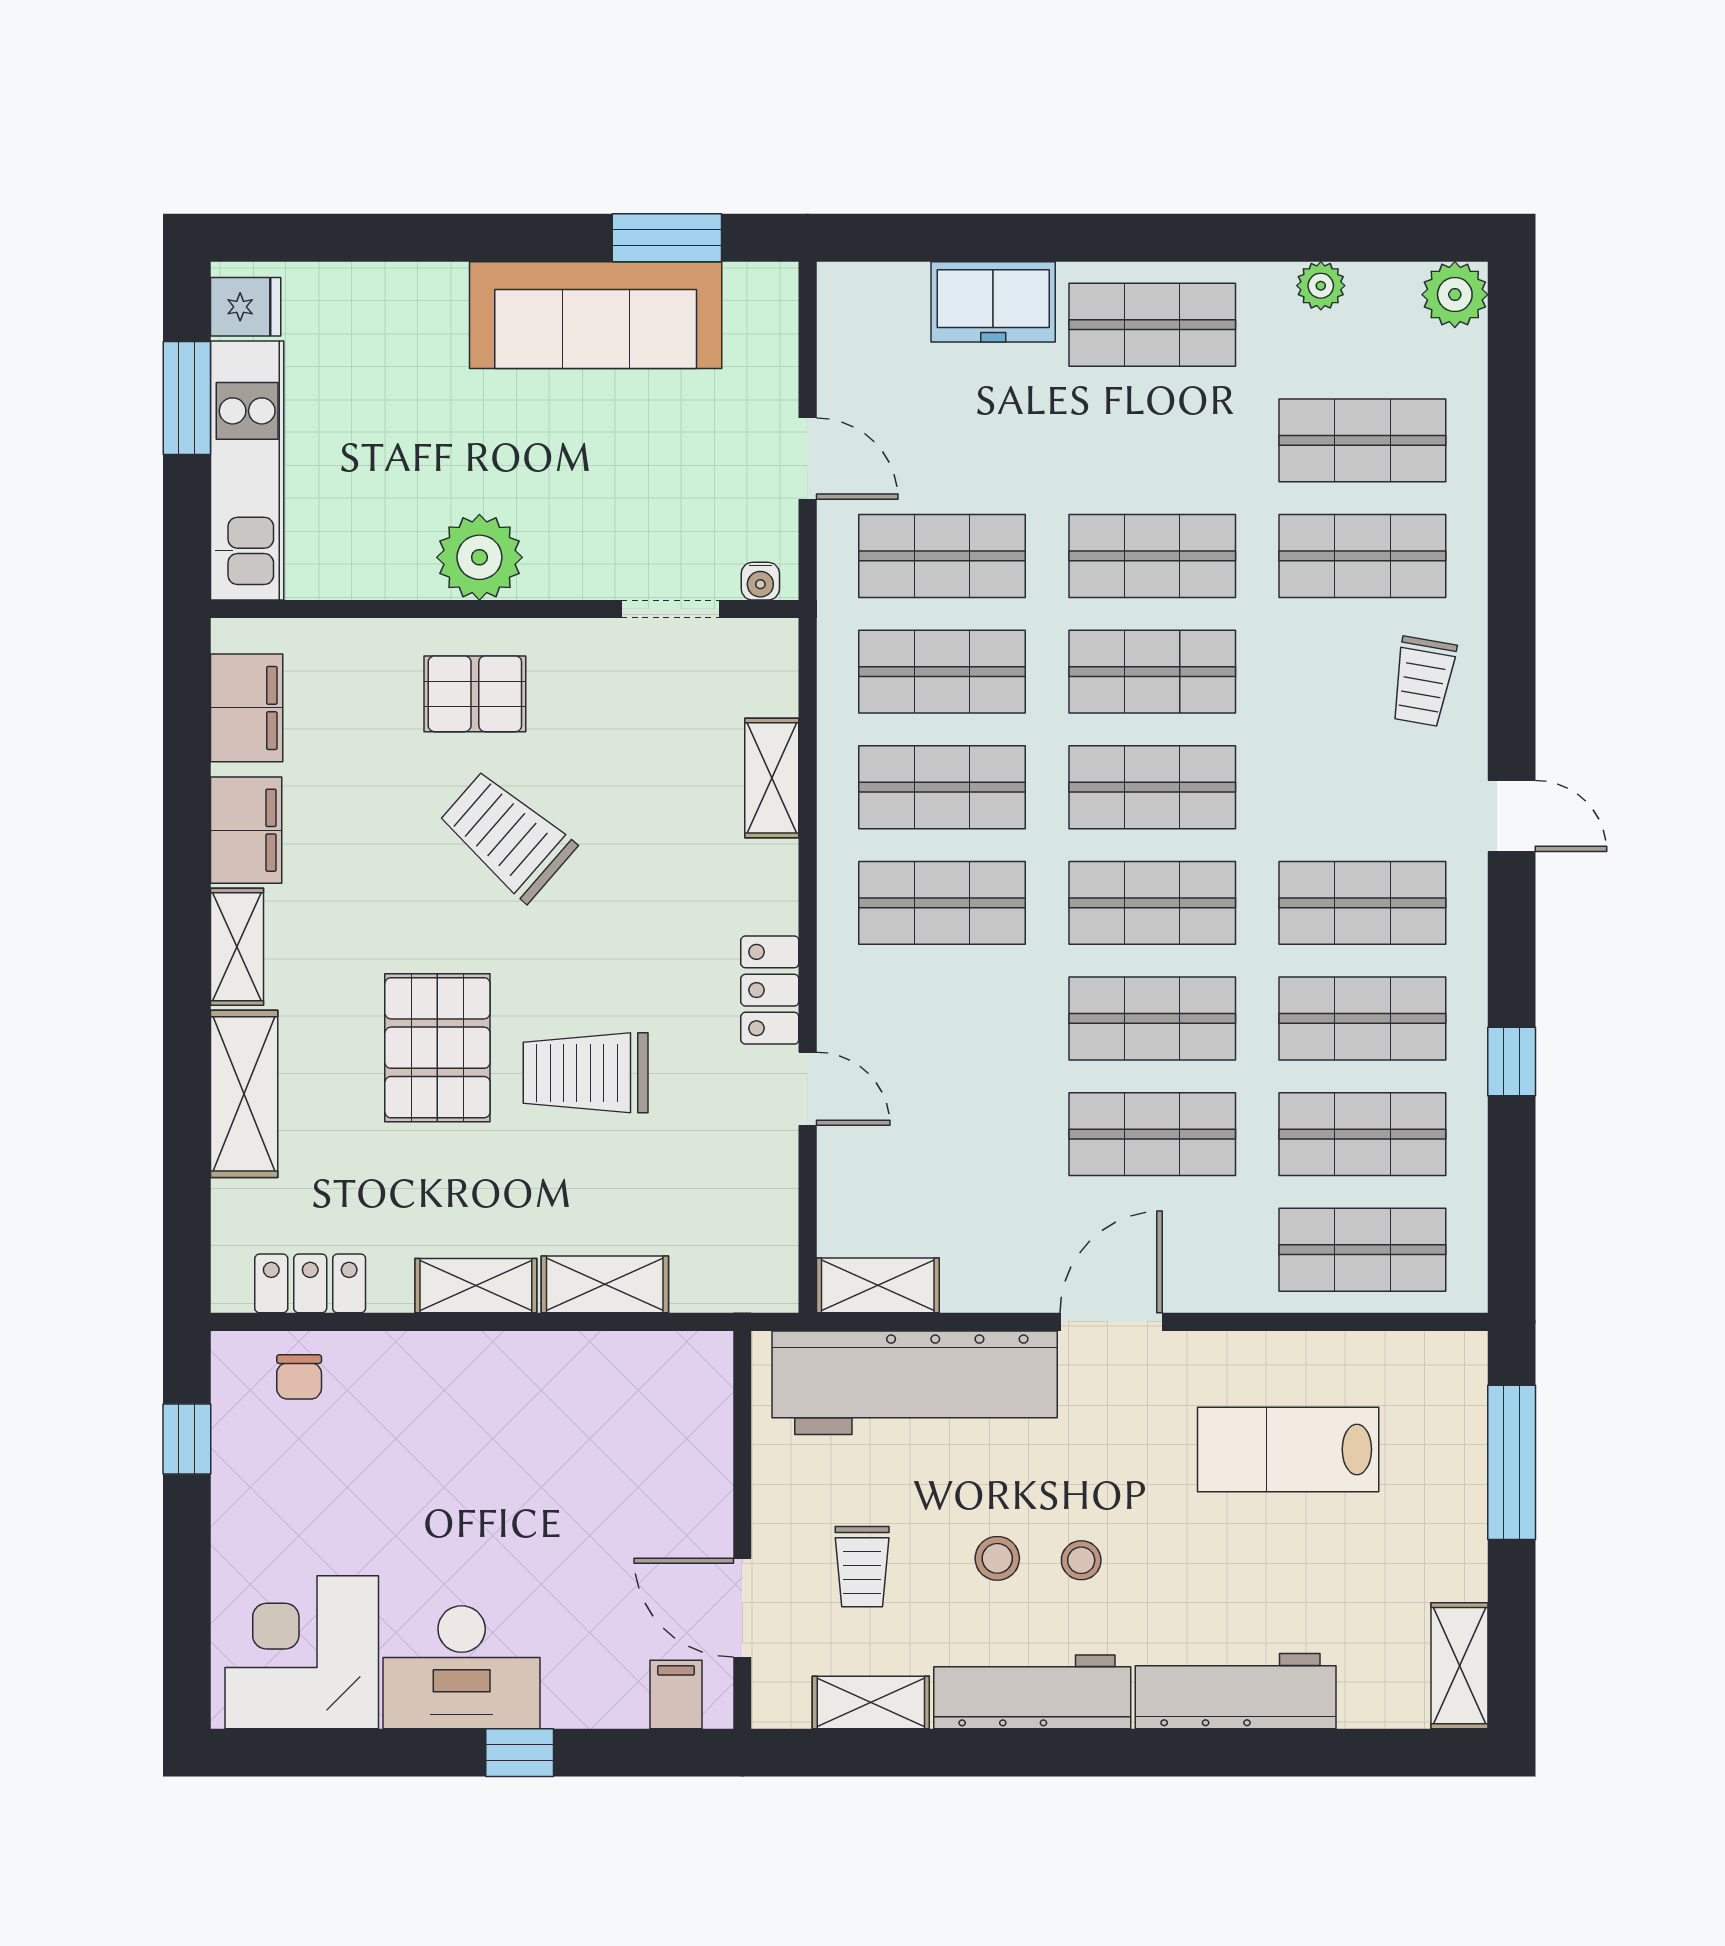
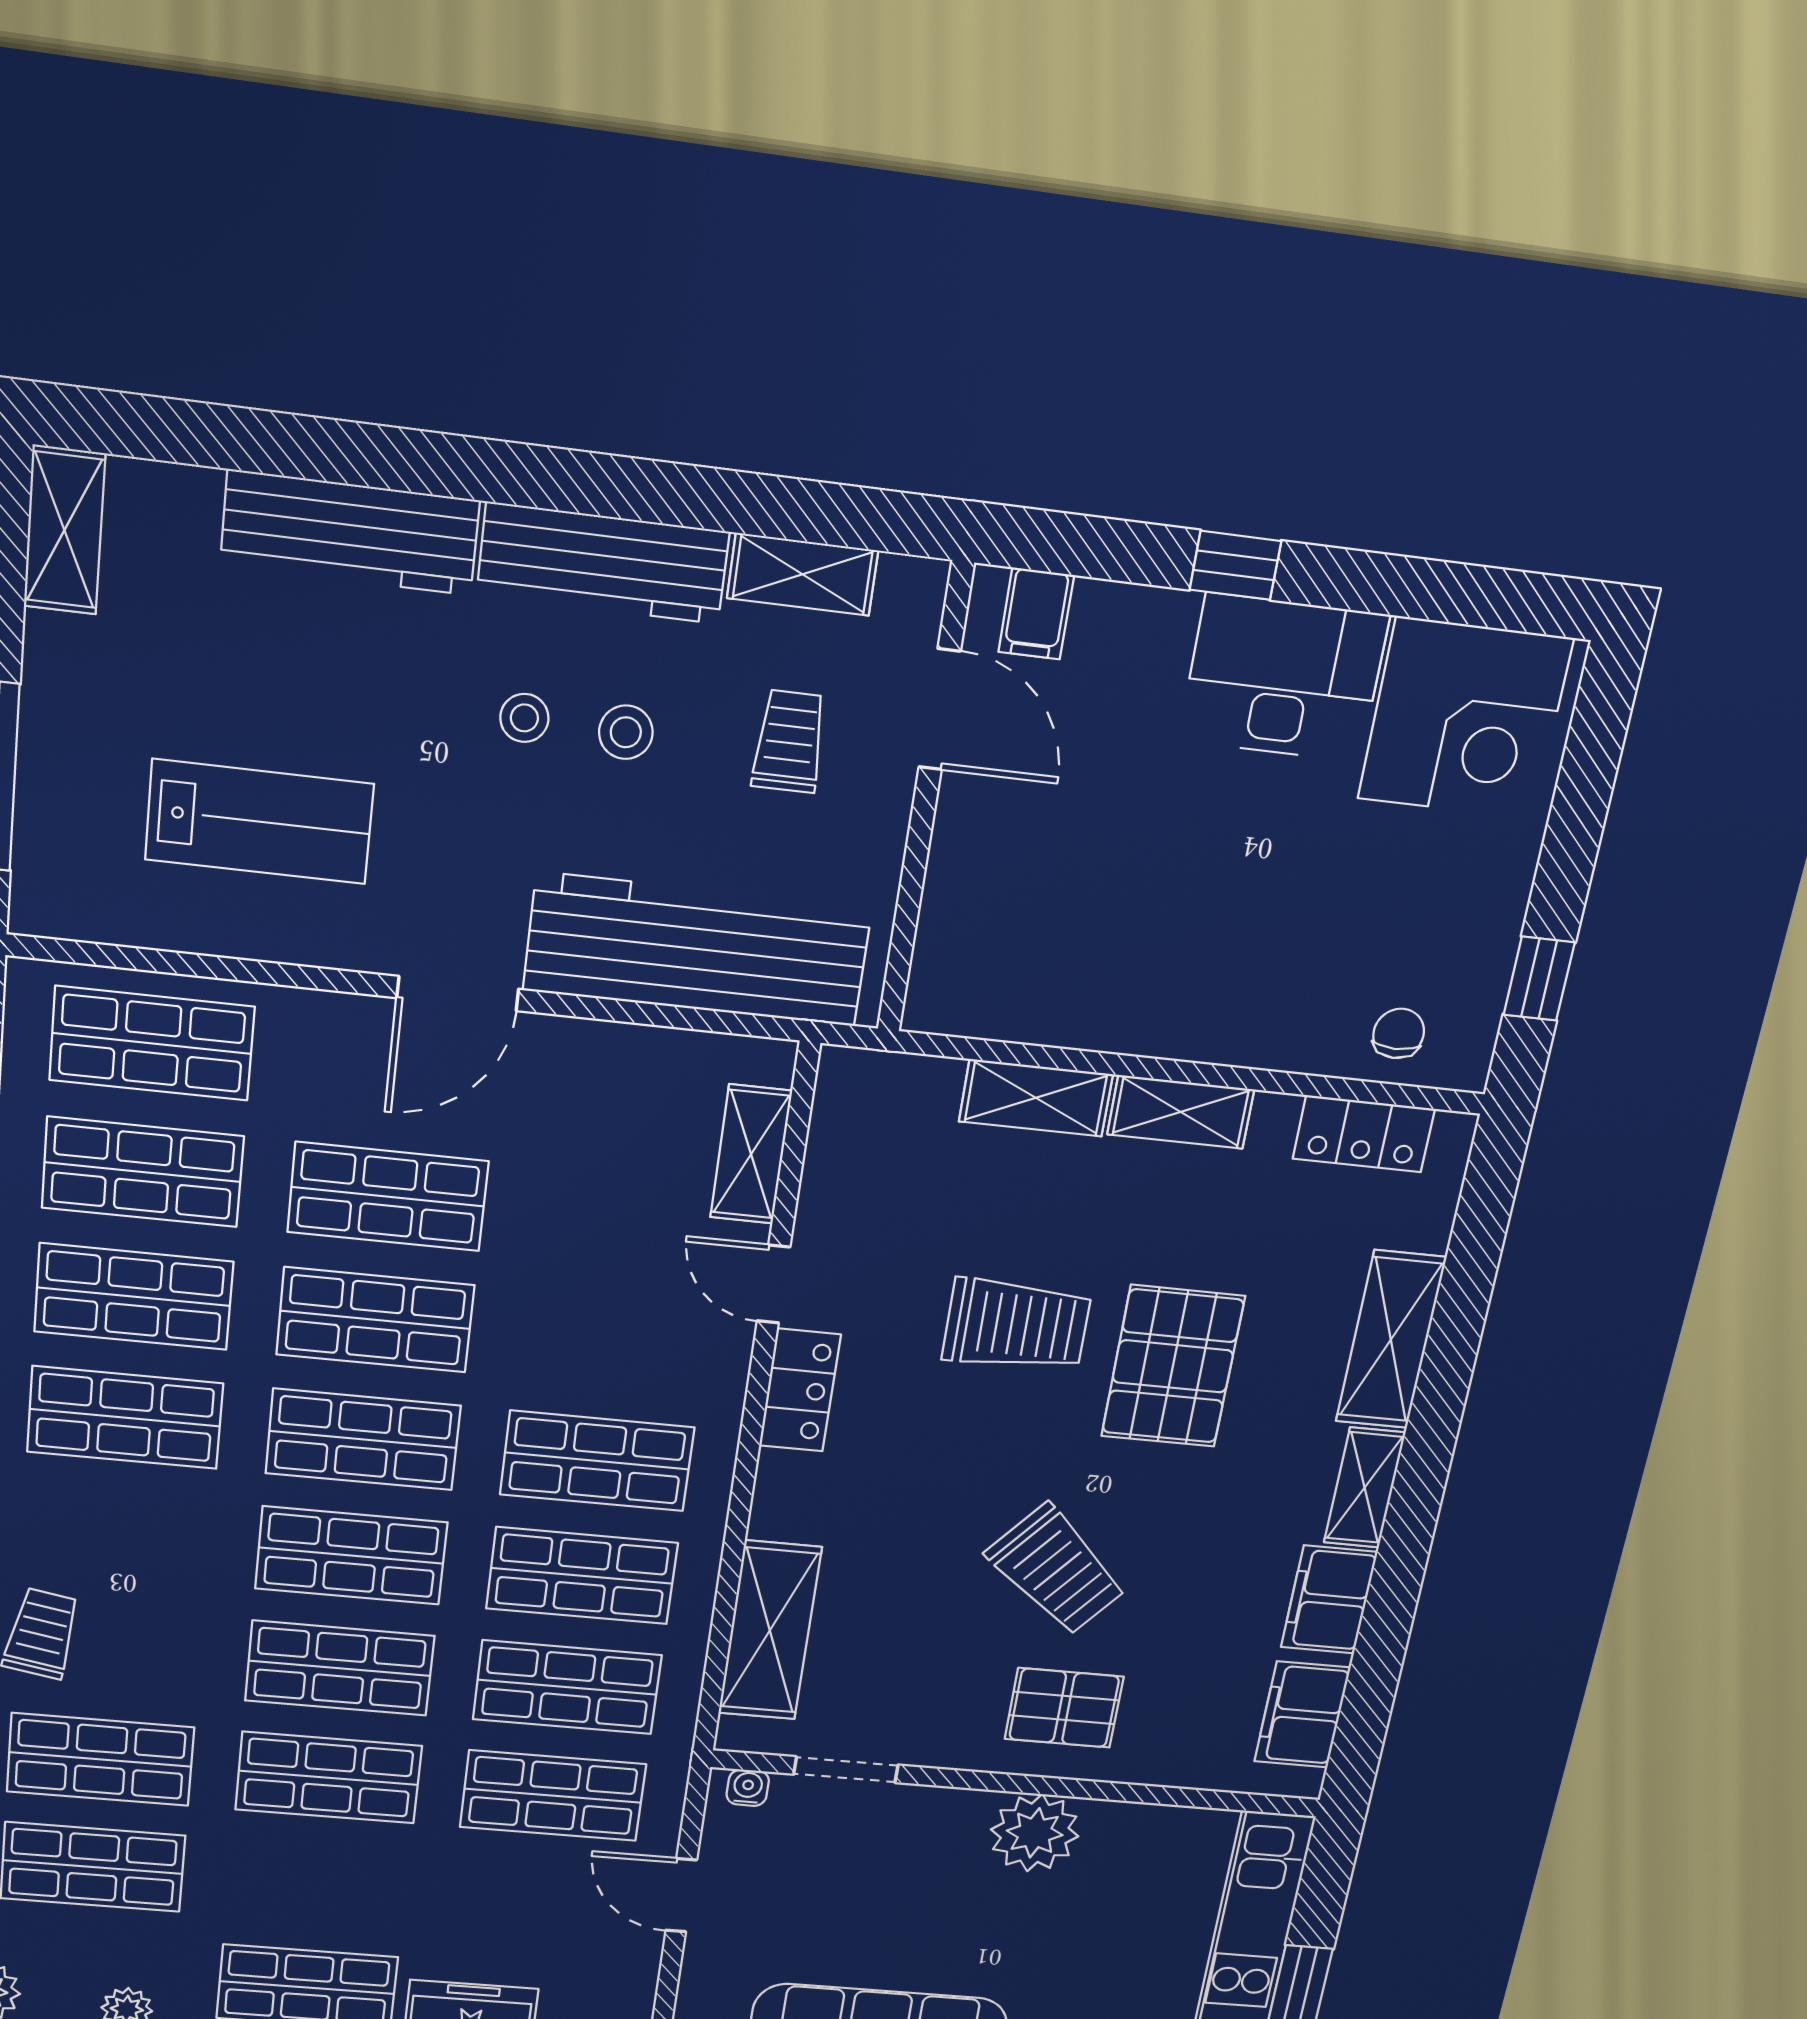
shelving: (772, 778) -> (770, 1631), width x1.50, depth x1.33
shelving: (878, 1285) -> (751, 1154), moved, turned 90

